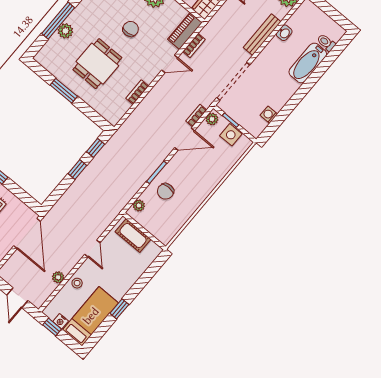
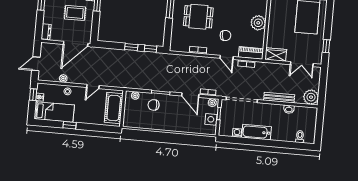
chair: (131, 29) -> (225, 35), moved
bathtub: (308, 63) -> (257, 132), moved
cot: (133, 236) -> (114, 108), width x1.37, depth x1.34

